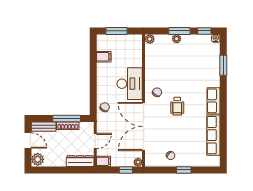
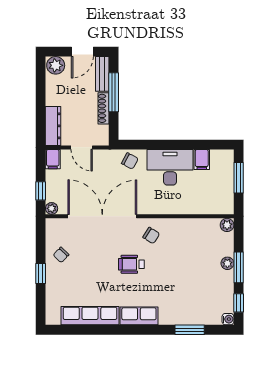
desk: (130, 84) -> (170, 167), moved, turned 180
window: (67, 119) -> (114, 92), moved

